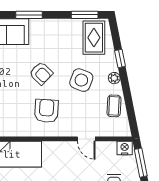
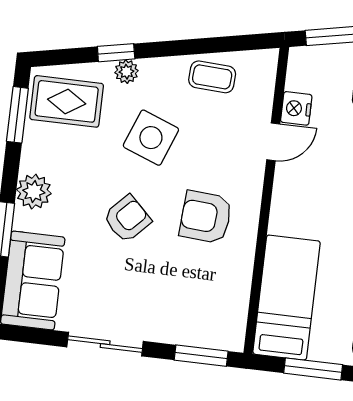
plant: (49, 27) -> (34, 192), added
plant: (114, 78) -> (126, 72), moved
nightstand: (125, 148) -> (296, 108), moved

